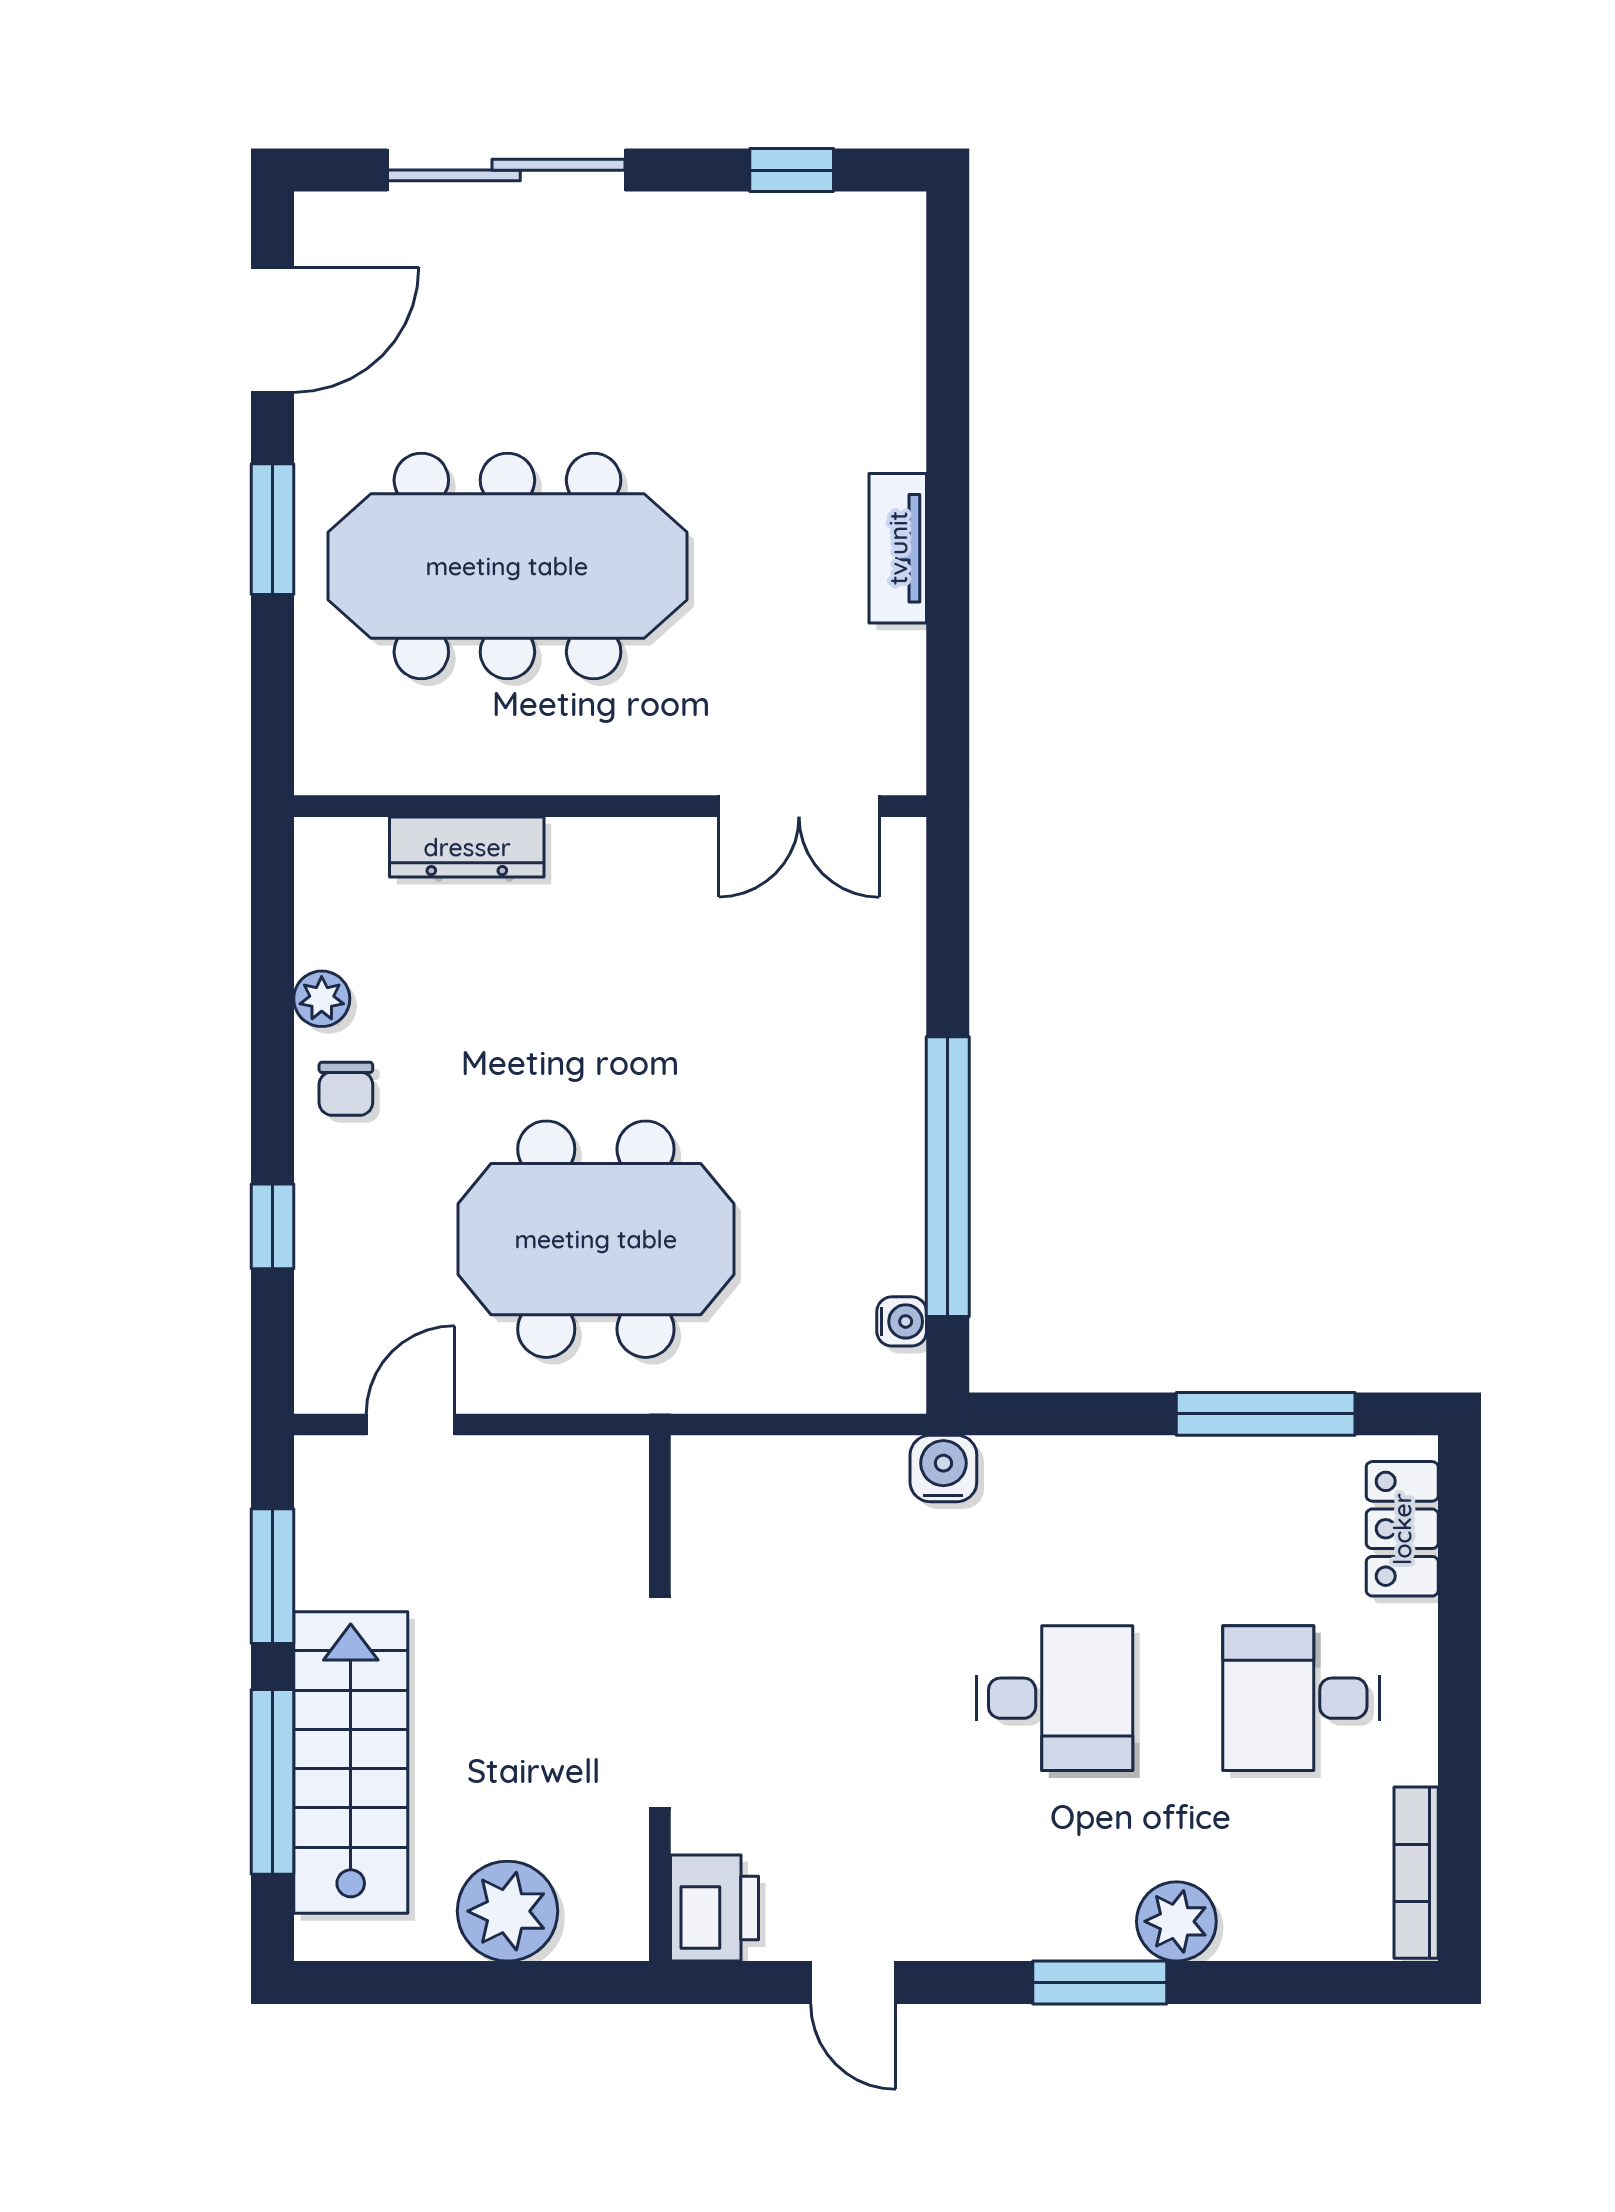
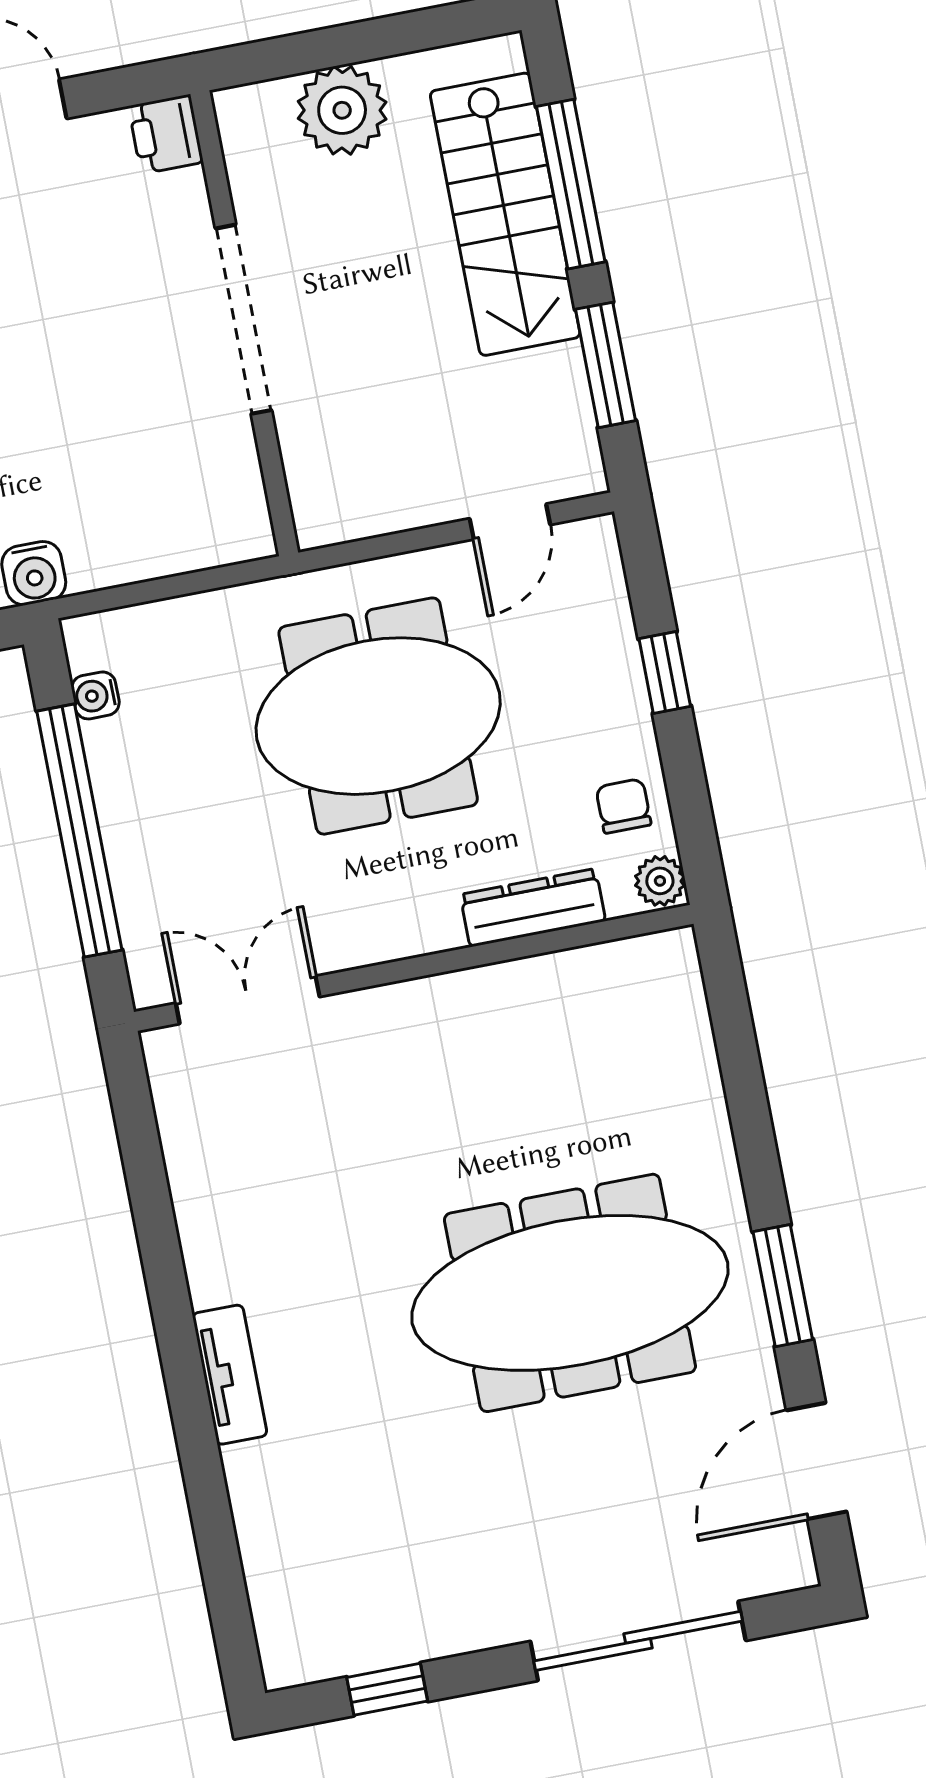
wall: (610, 806) -> (414, 968), moved
double door: (799, 806) -> (248, 1000), moved
dresser: (467, 847) -> (533, 908), moved
printer: (714, 1908) -> (166, 134), width x0.73, depth x0.81

